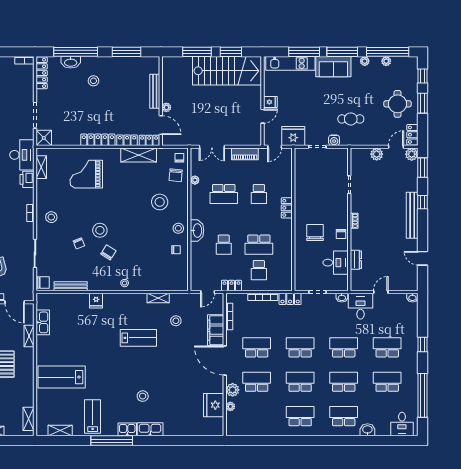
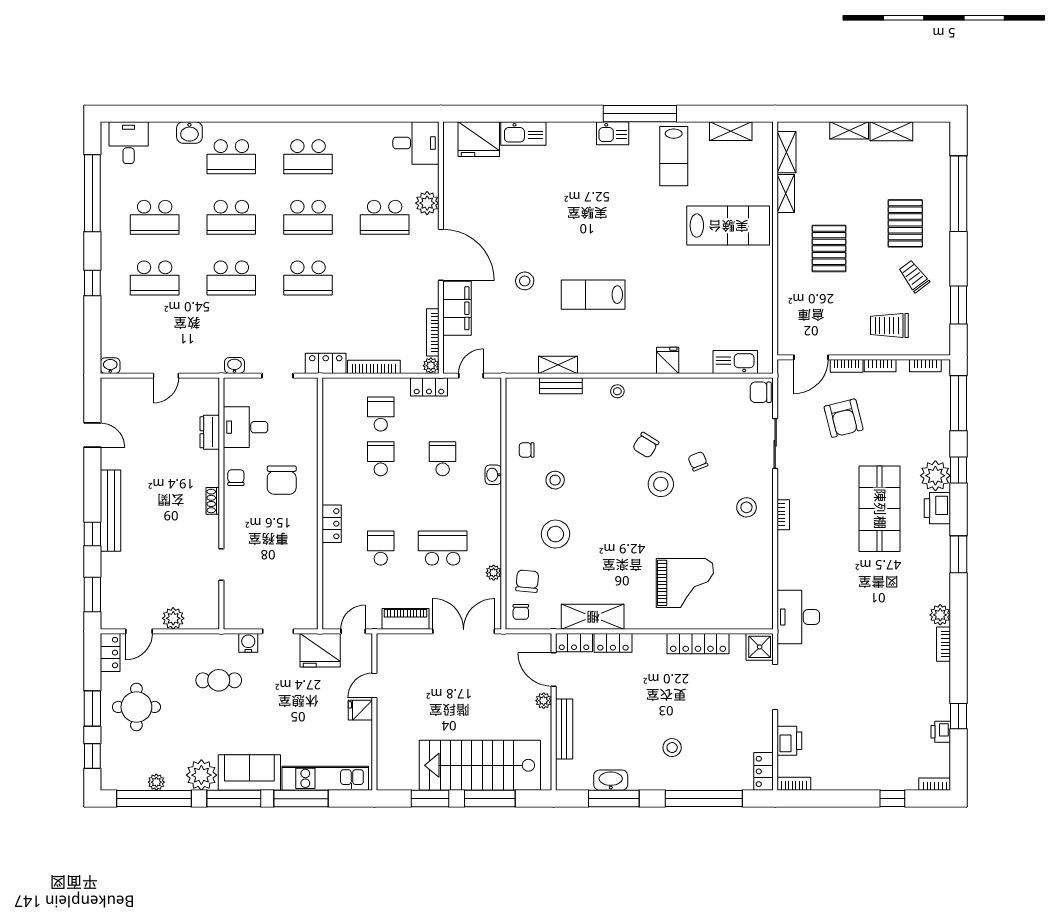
plant: (365, 61) -> (201, 775), width x1.88, depth x1.88
washbasin: (71, 62) -> (611, 780), moved
stairs: (227, 71) -> (480, 765), moved
locker: (42, 73) -> (764, 771), width x0.66
locker: (98, 140) -> (698, 644), moved
double door: (212, 147) -> (464, 631), width x1.37
plant: (412, 154) -> (112, 618), removed
shelving: (41, 167) -> (764, 595), removed
printer: (27, 179) -> (789, 741), moved
stool: (178, 228) -> (555, 480), moved
washbasin: (197, 230) -> (493, 475), width x0.52, depth x0.69
school desk: (259, 245) -> (381, 459), width x0.54
bench: (71, 286) -> (561, 386), moved, width x0.73
door: (15, 302) -> (811, 357), swing flipped
desk: (360, 306) -> (416, 143), moved, turned -90
stool: (176, 321) -> (525, 281), moved
kitchen sink: (43, 322) -> (735, 362), moved, turned 90
shelving: (29, 336) -> (786, 194), moved
school desk: (257, 347) -> (385, 278), removed
stool: (143, 396) -> (585, 192), removed
fridge: (214, 405) -> (479, 139), moved, turned 90
plant: (230, 406) -> (431, 366), moved
kitchen sink: (150, 429) -> (523, 134), moved

